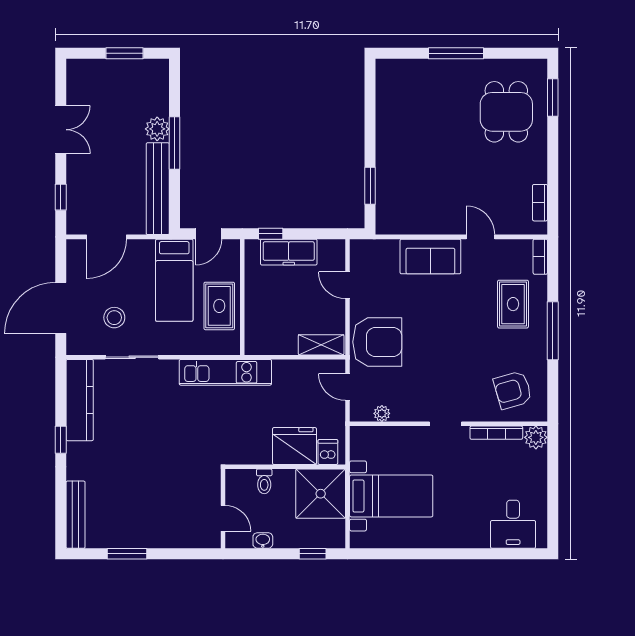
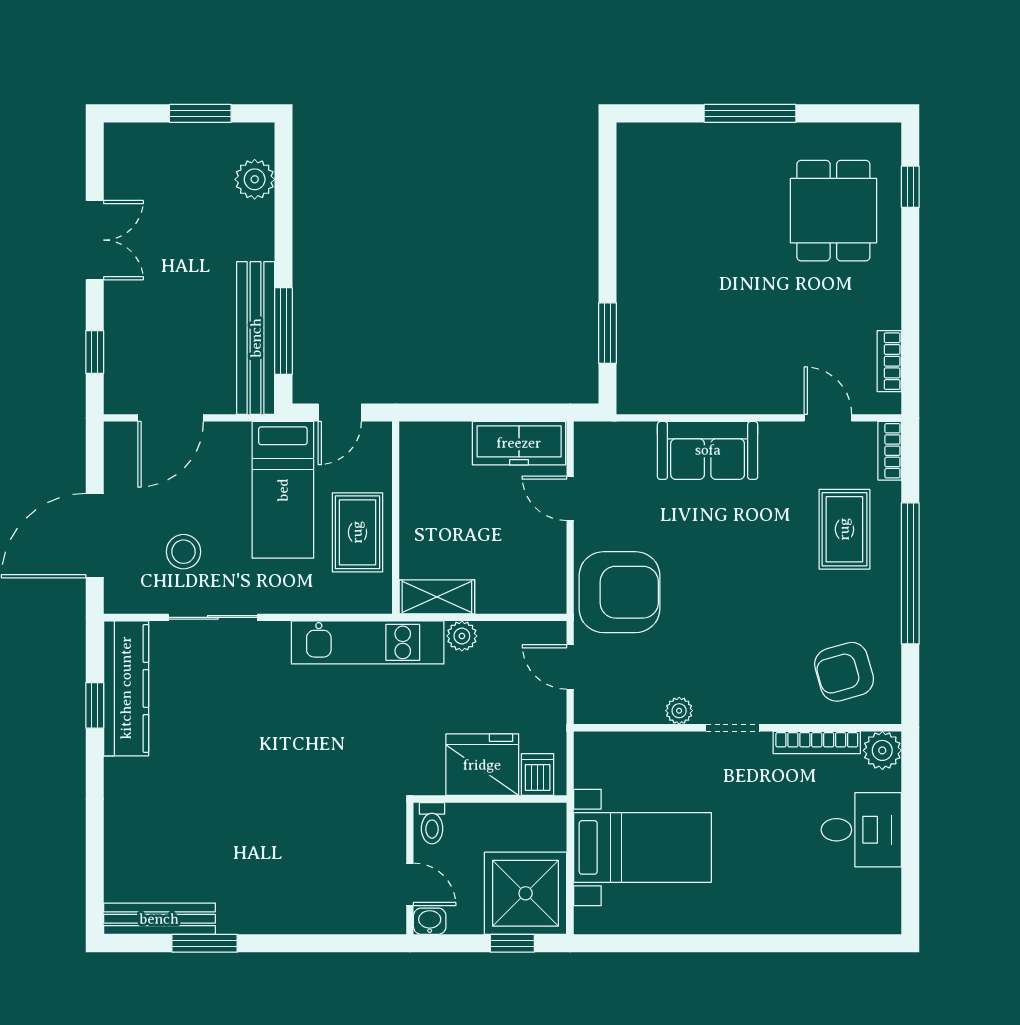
window: (553, 97) -> (910, 187), width x0.67
plant: (157, 129) -> (255, 179), moved
window: (175, 143) -> (283, 331), moved
window: (271, 234) -> (443, 413), removed
door: (481, 237) -> (828, 418), moved
freezer: (289, 252) -> (519, 443), moved
window: (553, 331) -> (910, 573), width x1.46
shelving: (321, 345) -> (437, 597), moved
plant: (282, 368) -> (462, 636), added
plant: (382, 413) -> (679, 711), moved
window: (61, 440) -> (95, 705), moved
shower: (321, 494) -> (526, 893), moved
wall: (223, 509) -> (410, 868), moved
bench: (76, 515) -> (159, 919), moved, turned 90
door: (223, 518) -> (410, 884), moved
desk: (513, 524) -> (861, 830), moved, turned -90

